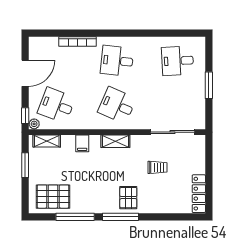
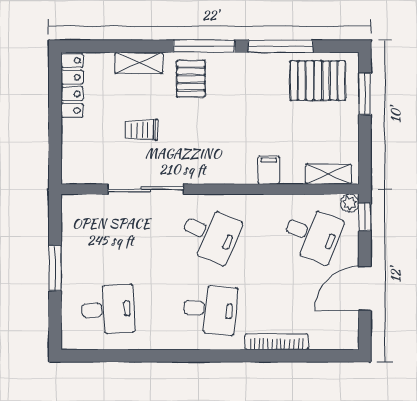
sliding door: (173, 132) -> (146, 189), moved
shelving: (115, 141) -> (139, 63), moved
window: (25, 165) -> (365, 94), moved

